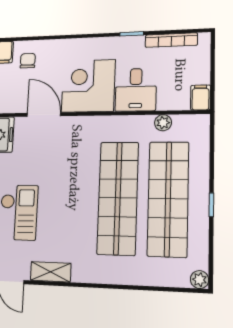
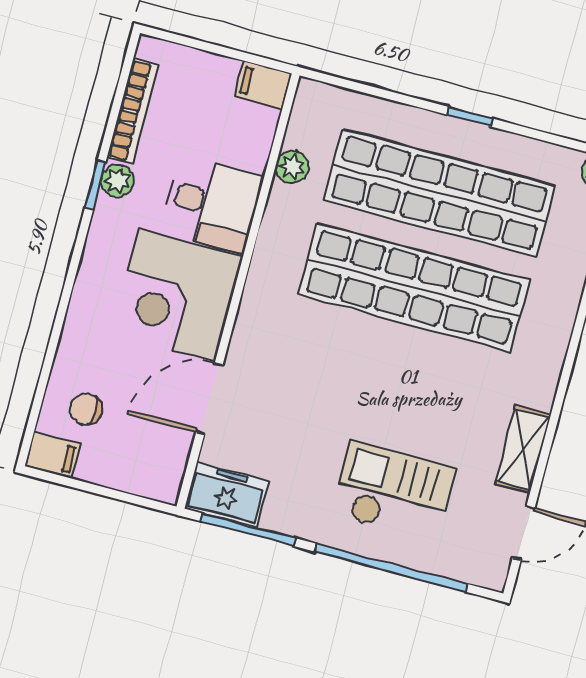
plant: (136, 43) -> (117, 181), added

